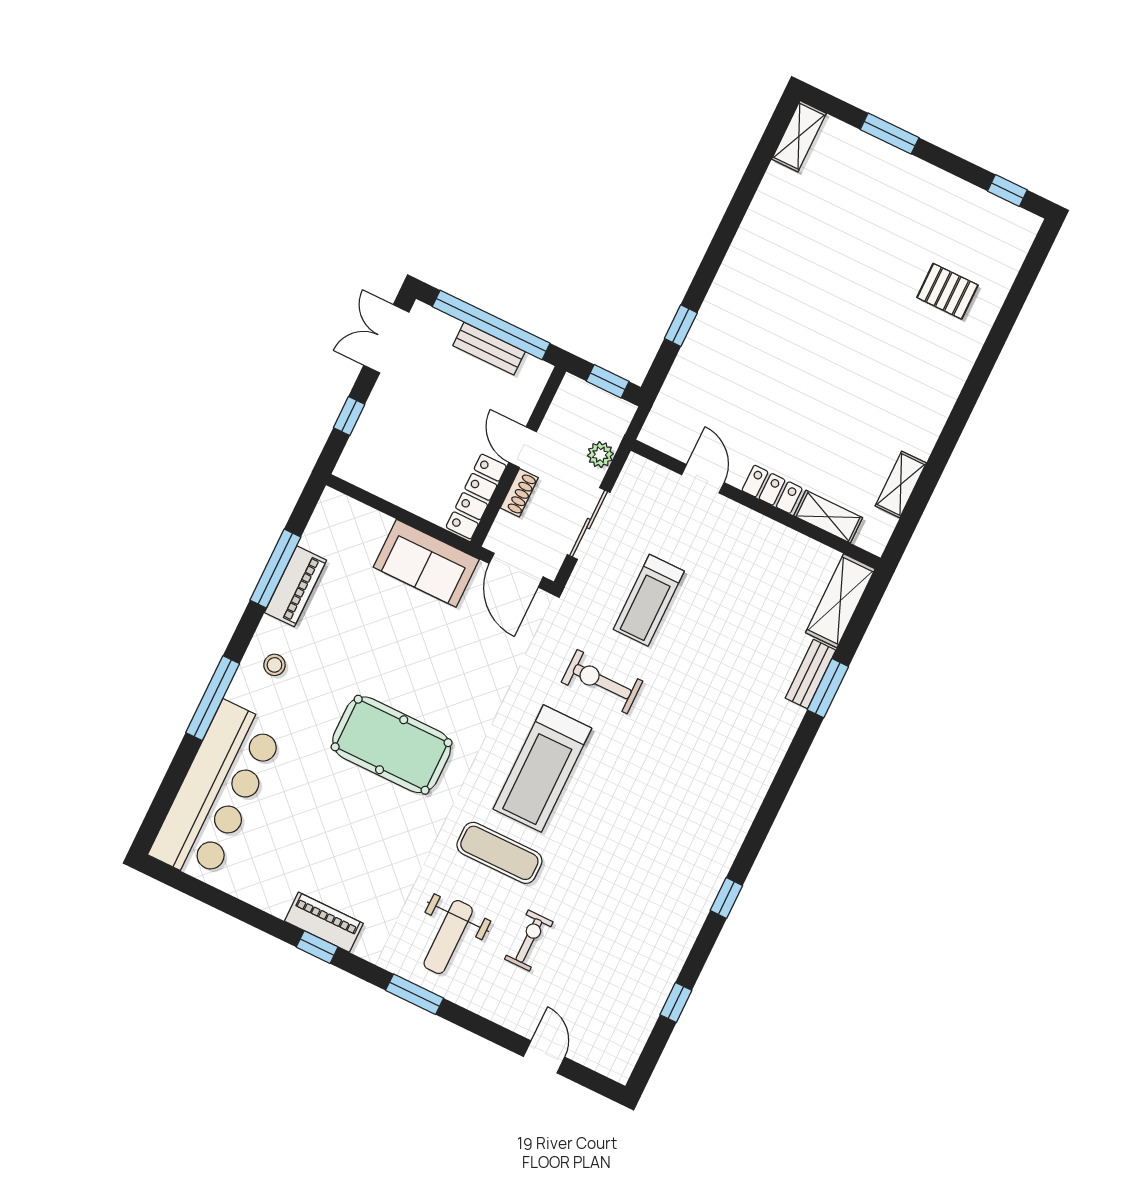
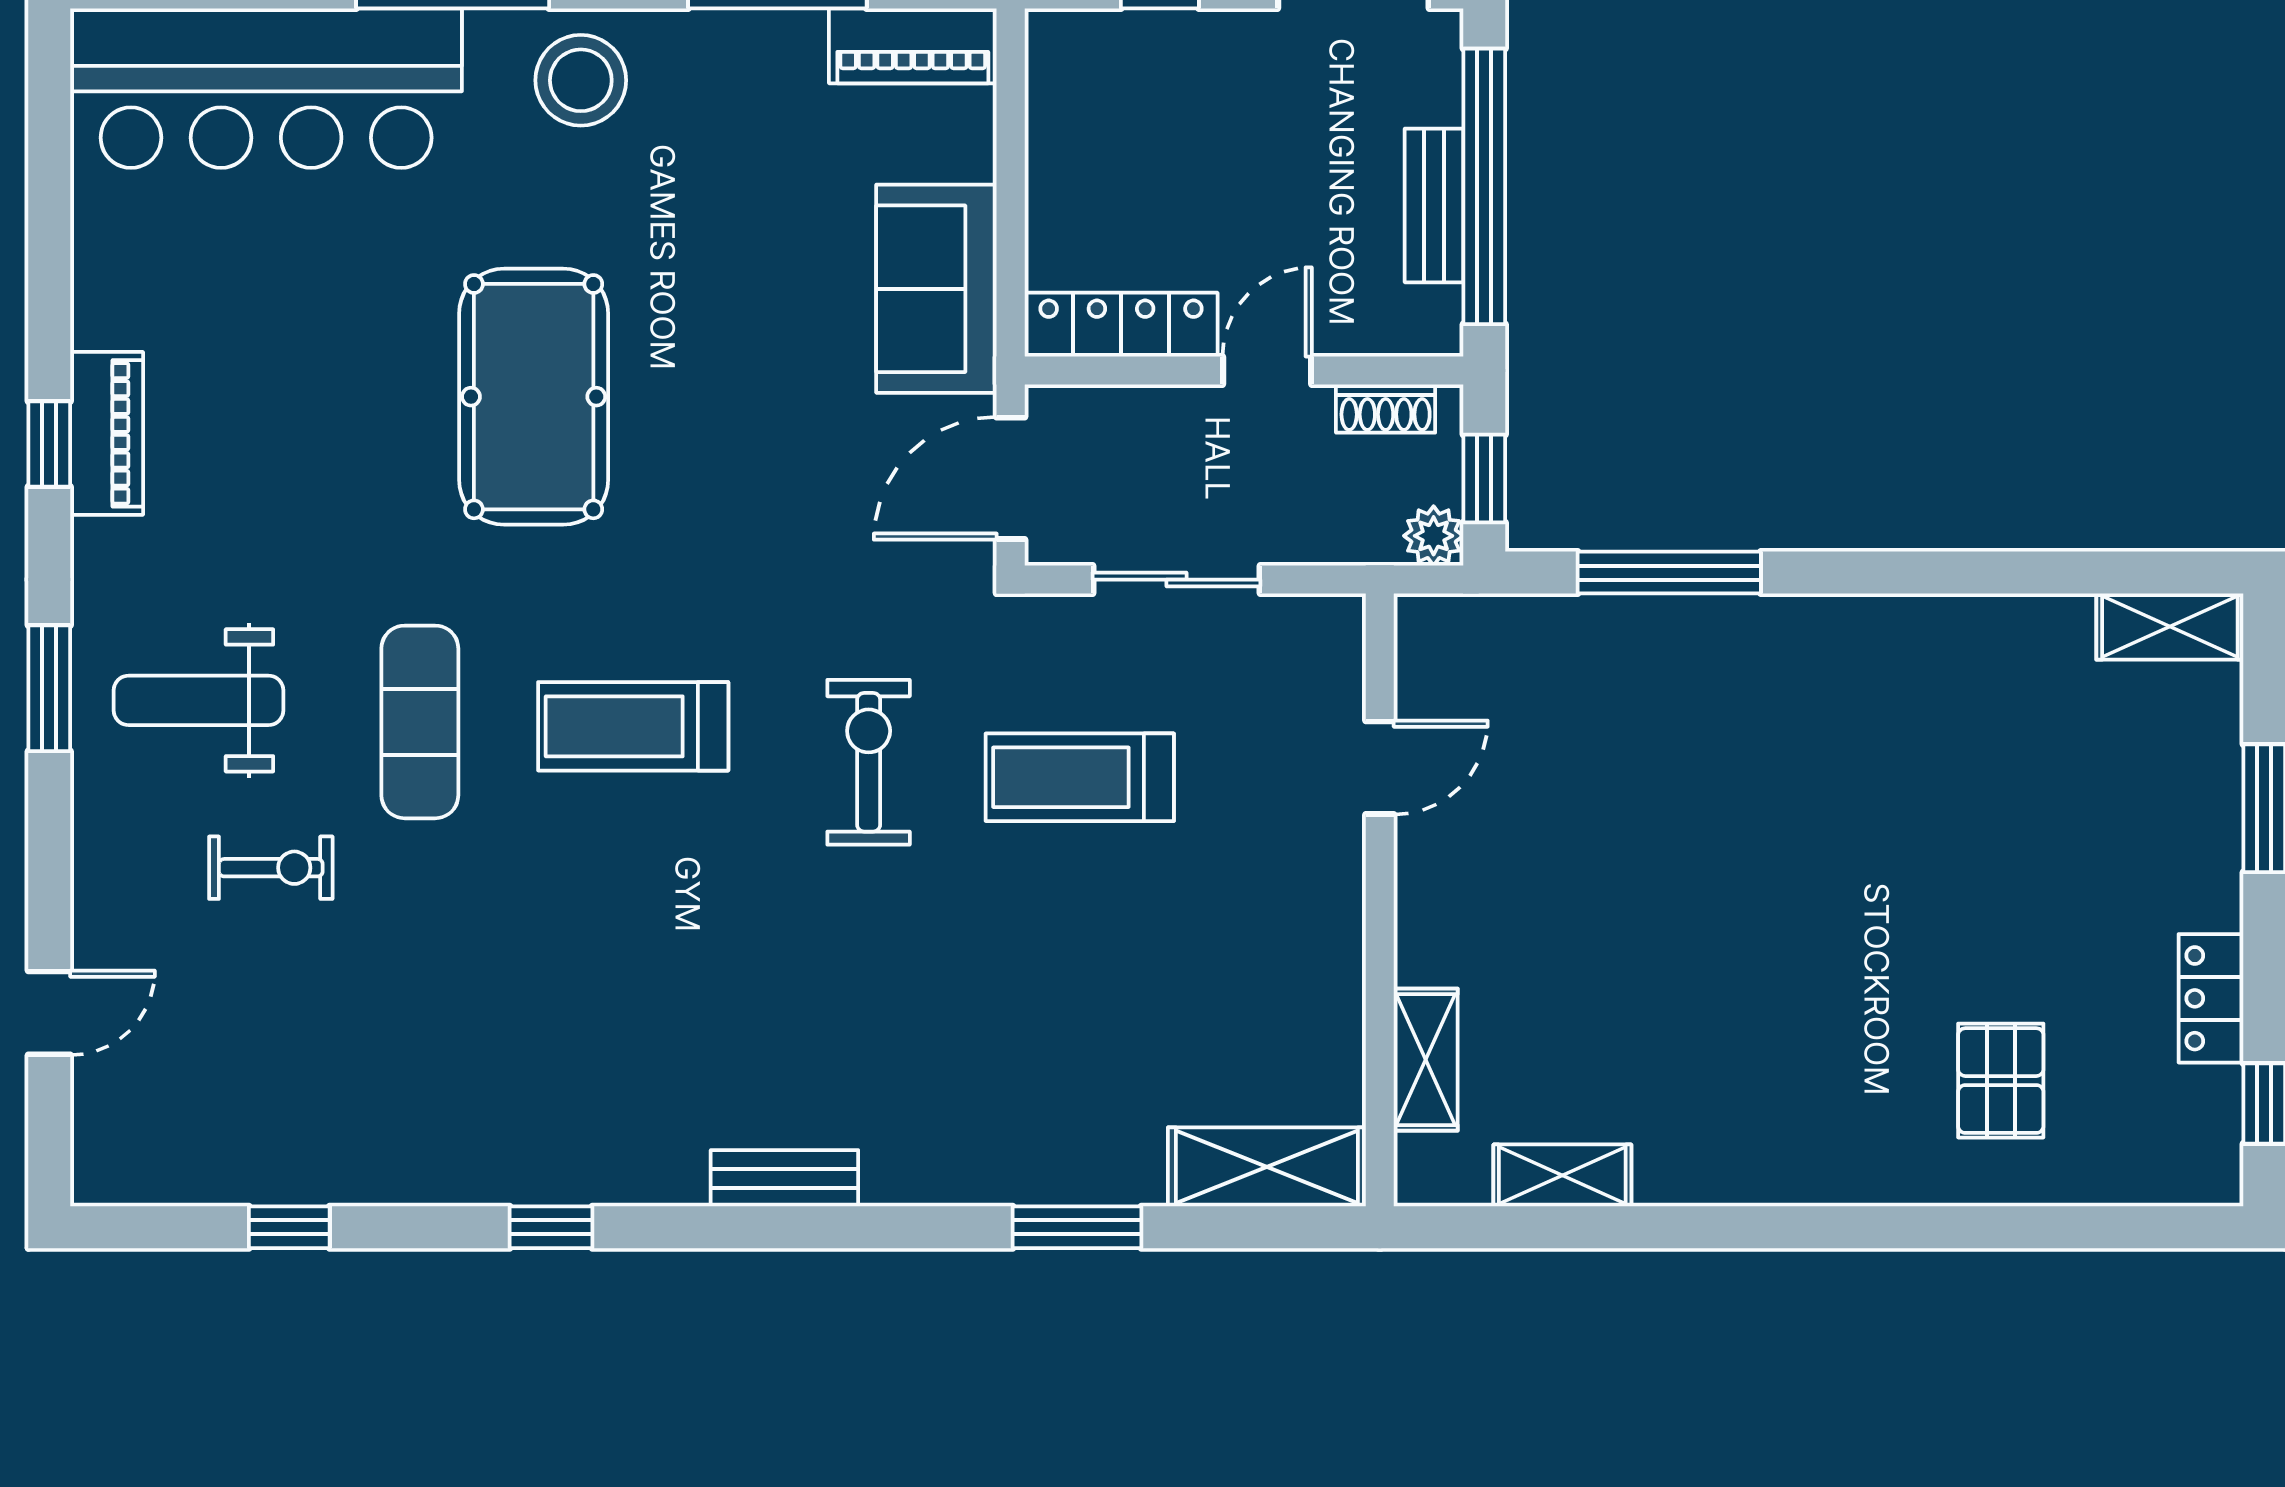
window: (681, 326) -> (1669, 573), width x2.17
plant: (600, 455) -> (1434, 536), moved
locker: (772, 489) -> (2211, 998), moved, turned 180
shoe rack: (519, 493) -> (1386, 409), moved
piano: (296, 586) -> (913, 46), moved
stool: (274, 665) -> (581, 80), width x1.89, depth x1.89
bench: (811, 674) -> (784, 1178), moved
treadmill: (542, 769) -> (633, 726), width x0.73, depth x0.73

